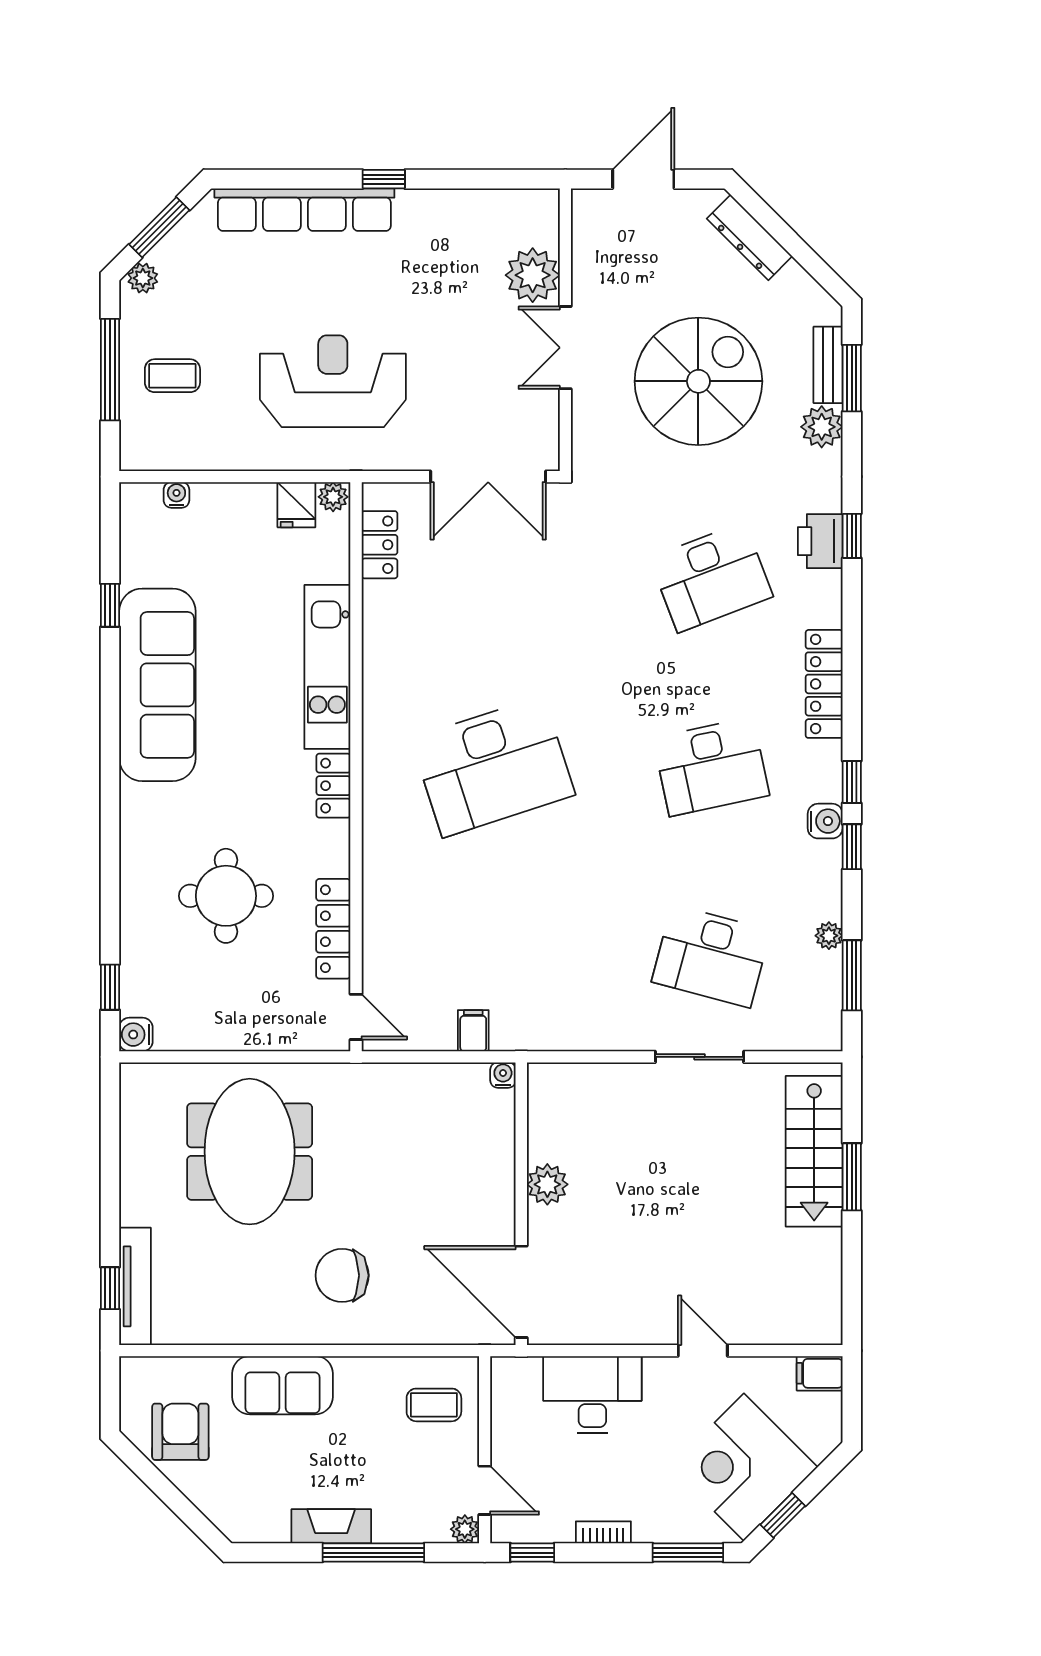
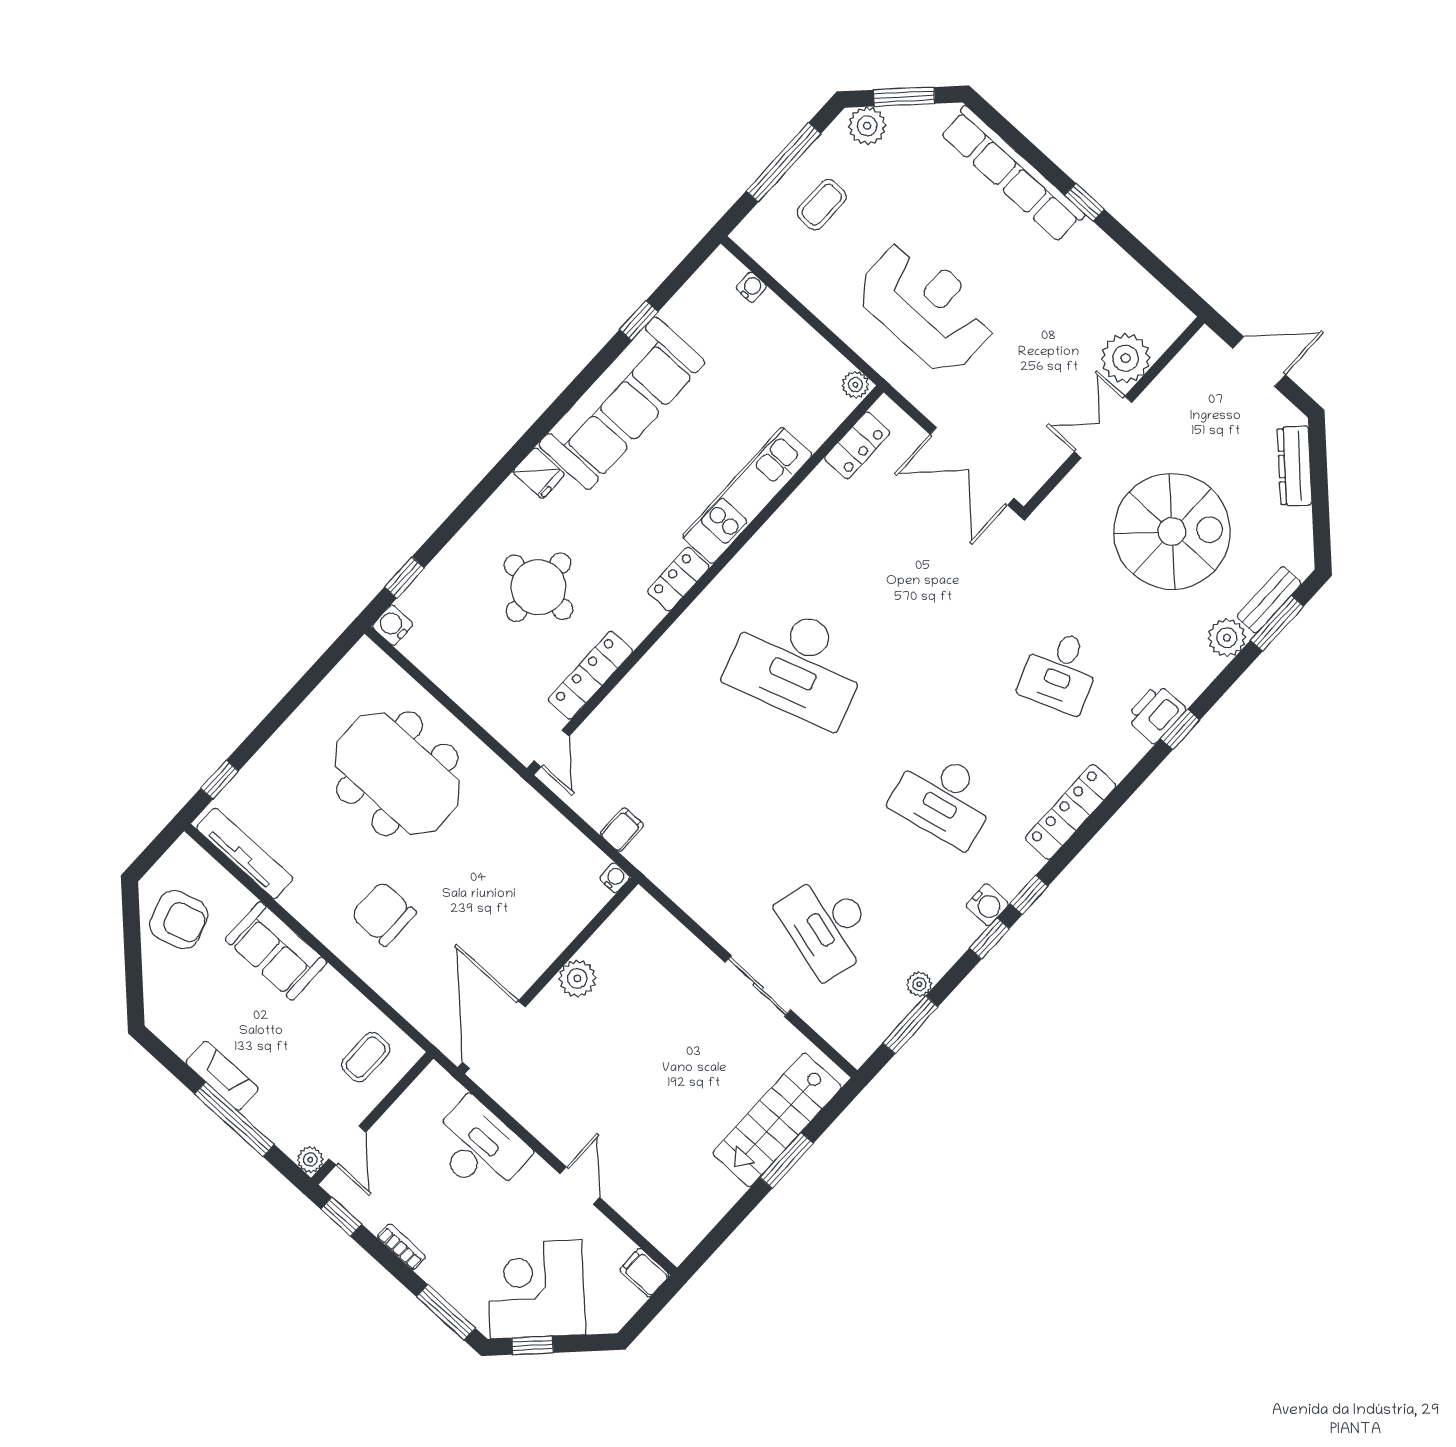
plant: (143, 278) -> (867, 126), width x1.38, depth x1.38
coffee table: (172, 376) -> (822, 205), turned 90
fridge: (296, 505) -> (539, 473), moved, turned -90
desk: (711, 577) -> (1060, 671), width x0.73
meeting table: (250, 1152) -> (397, 774), turned 90
tv unit: (135, 1286) -> (245, 853), moved, turned -90
coffee table: (434, 1405) -> (366, 1057), turned 90
armchair: (180, 1432) -> (179, 920), turned 73

